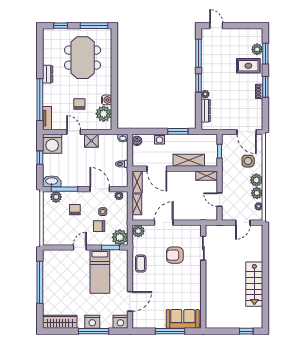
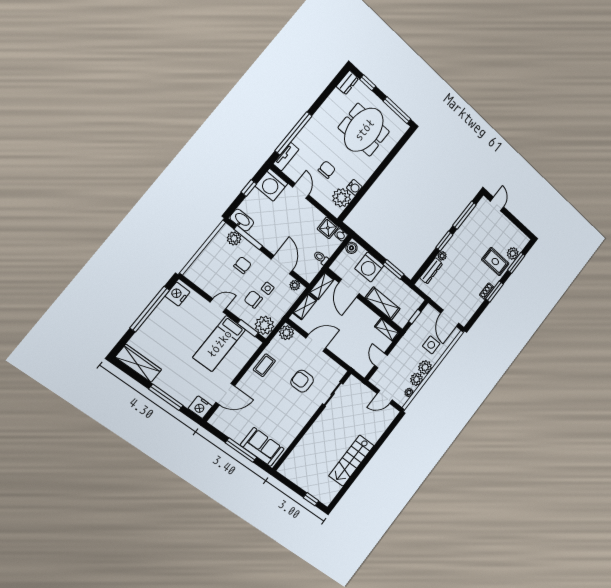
dresser: (48, 74) -> (347, 83), moved
washing machine: (160, 139) -> (369, 267), width x1.89, depth x1.89
shower: (91, 141) -> (328, 228), moved
nightstand: (92, 322) -> (178, 294), moved, turned 90

